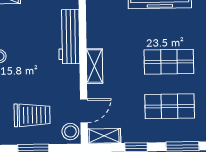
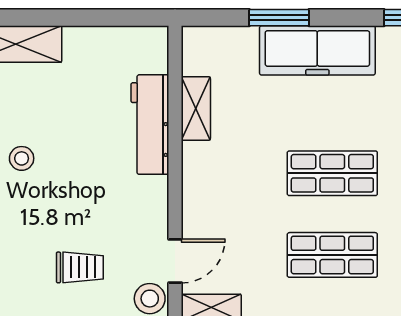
shelving: (95, 66) -> (196, 109), moved
trolley: (32, 115) -> (80, 267), width x0.73, depth x0.72

